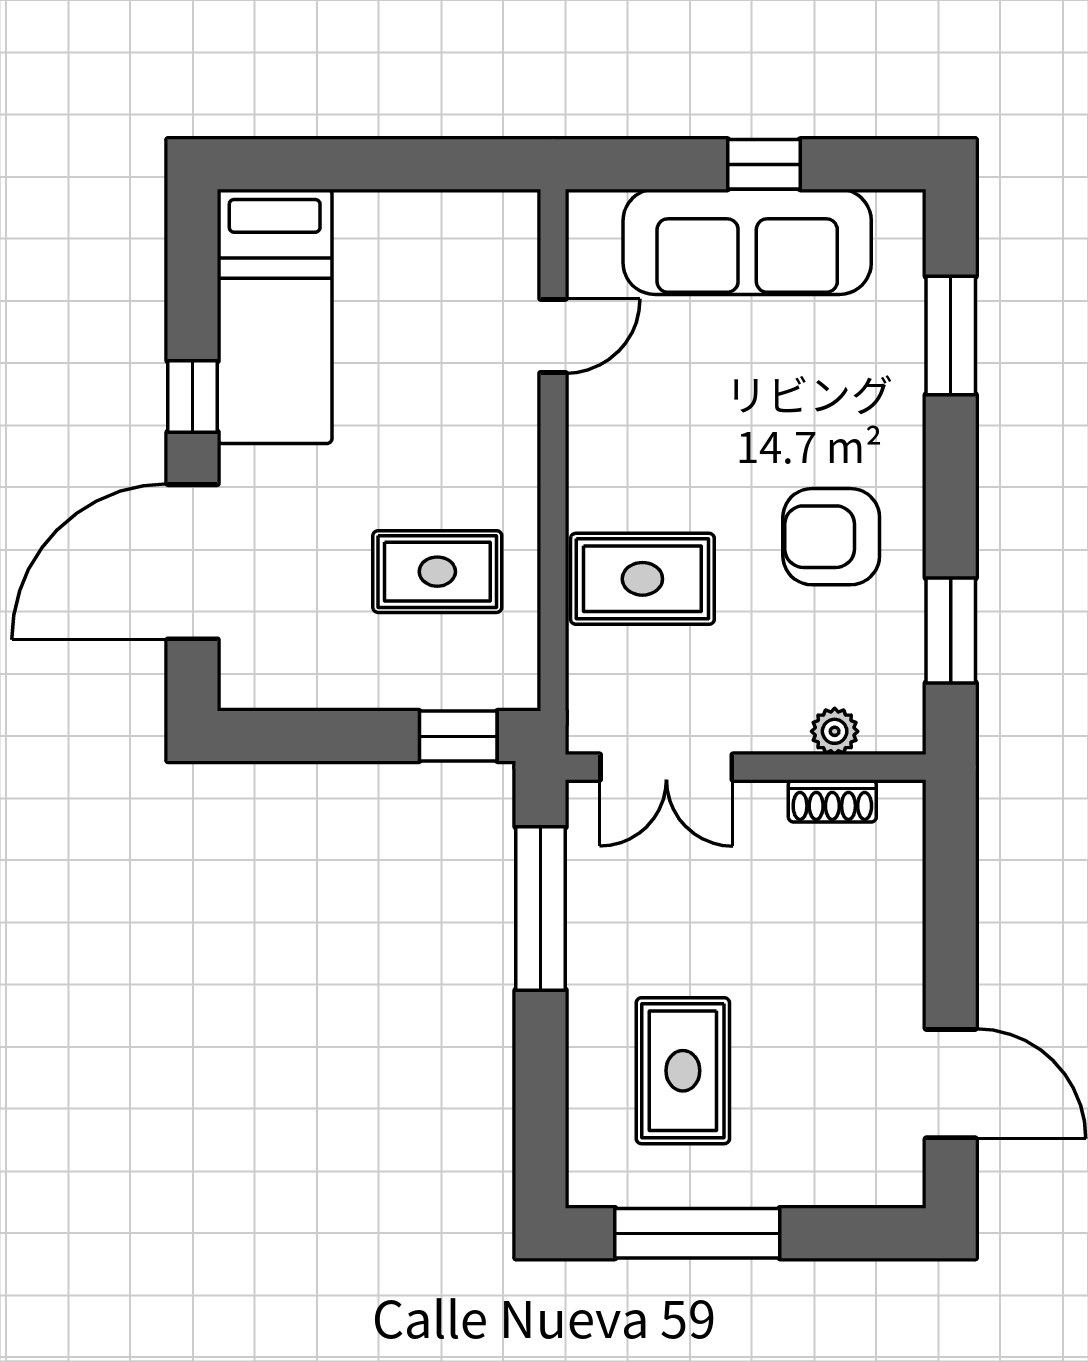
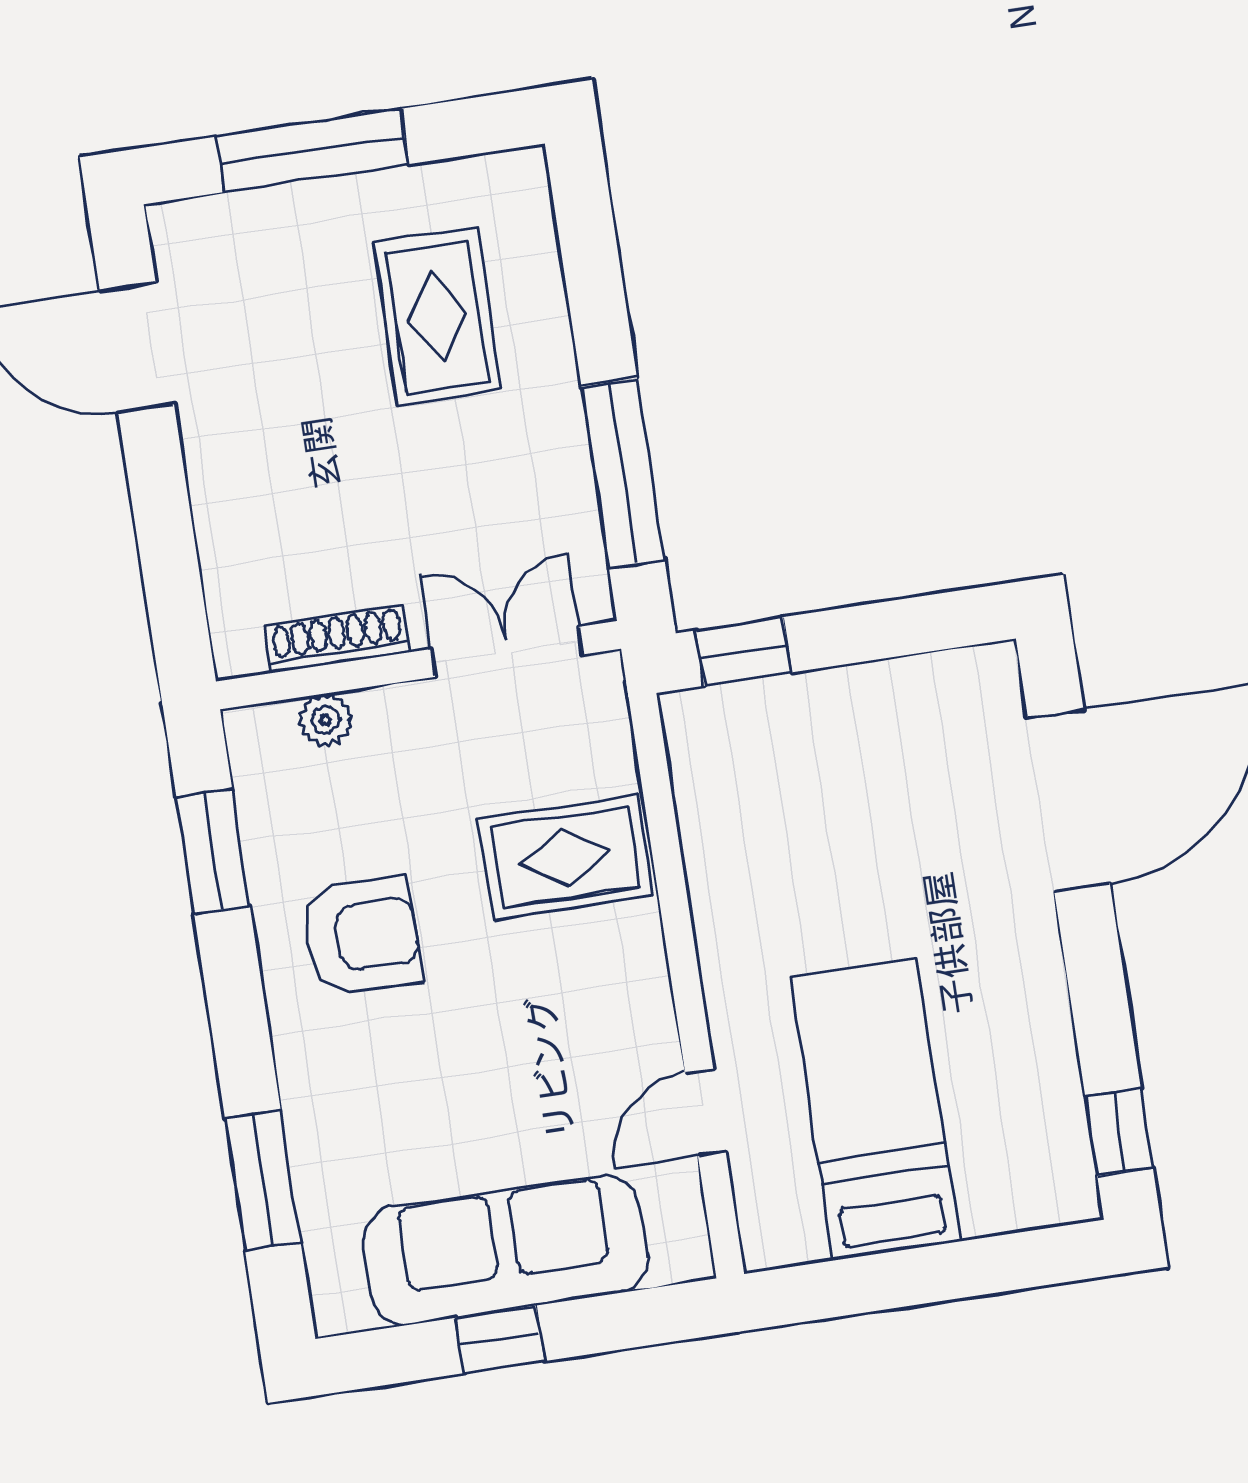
bed: (275, 316) -> (875, 1109), moved
window: (193, 397) -> (1119, 1132), moved
rug: (437, 572) -> (795, 831), removed
shoe rack: (832, 801) -> (337, 639), width x1.43
window: (697, 1233) -> (313, 150), moved

